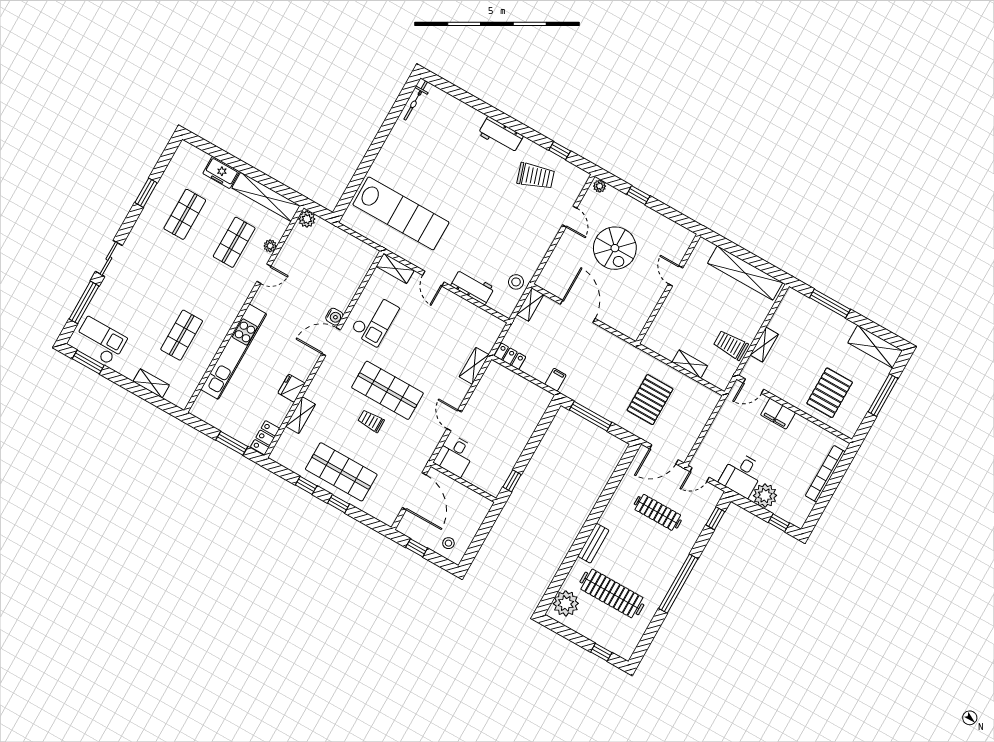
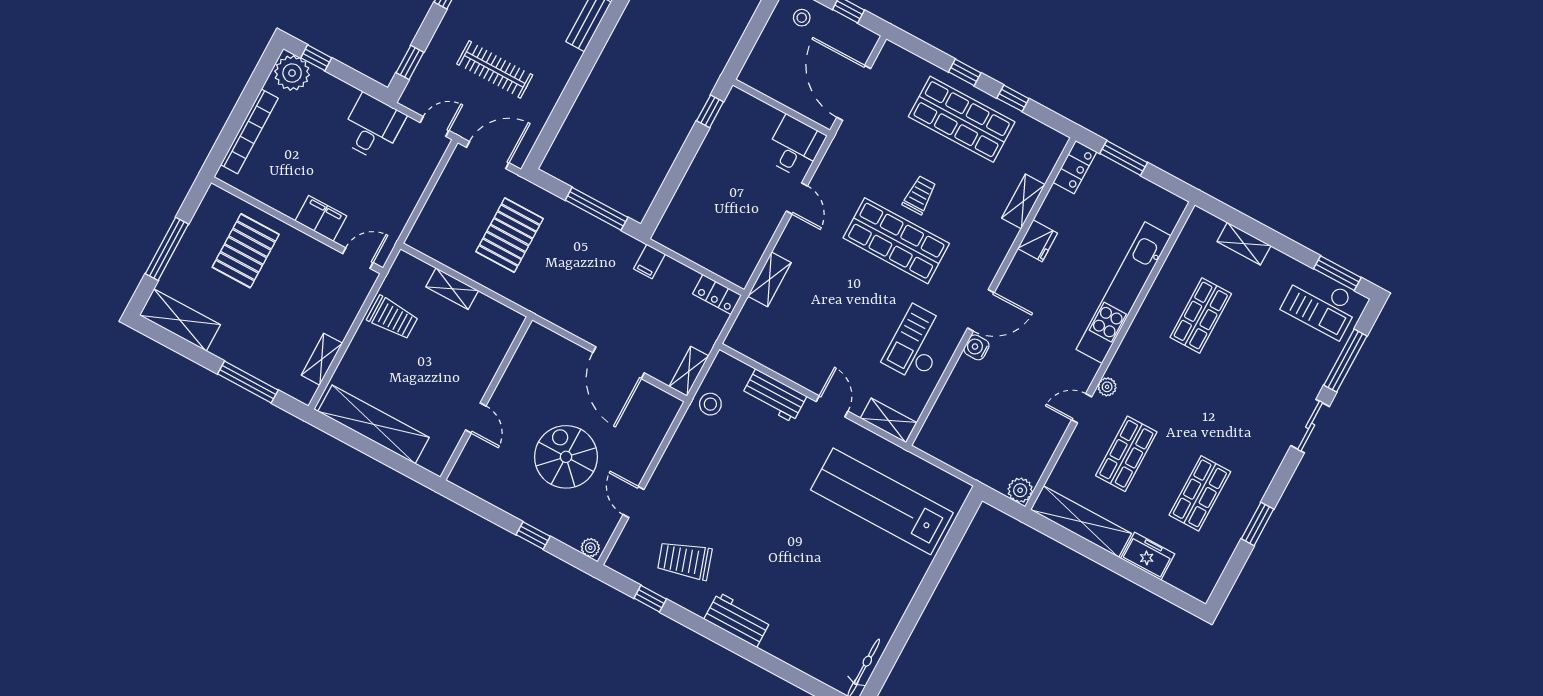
plant: (270, 246) -> (1107, 387), moved
shelving: (764, 345) -> (322, 359), moved
trolley: (371, 421) -> (919, 195), turned -90
plant: (765, 496) -> (292, 73), moved

